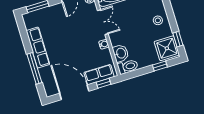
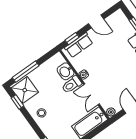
window: (160, 66) -> (26, 72), width x2.17
toilet: (128, 67) -> (72, 85), moved
door: (74, 92) -> (96, 21), width x0.53

